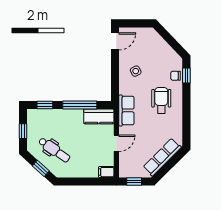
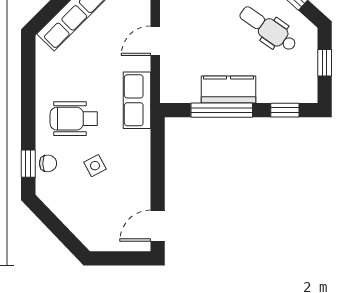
side table: (136, 71) -> (95, 166), moved
wheelchair: (161, 100) -> (74, 119), turned 90
kitchen counter: (99, 116) -> (229, 89), moved

